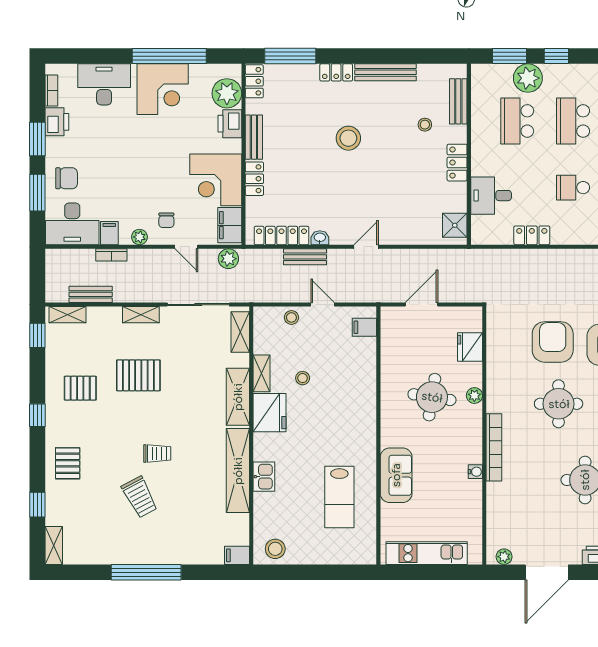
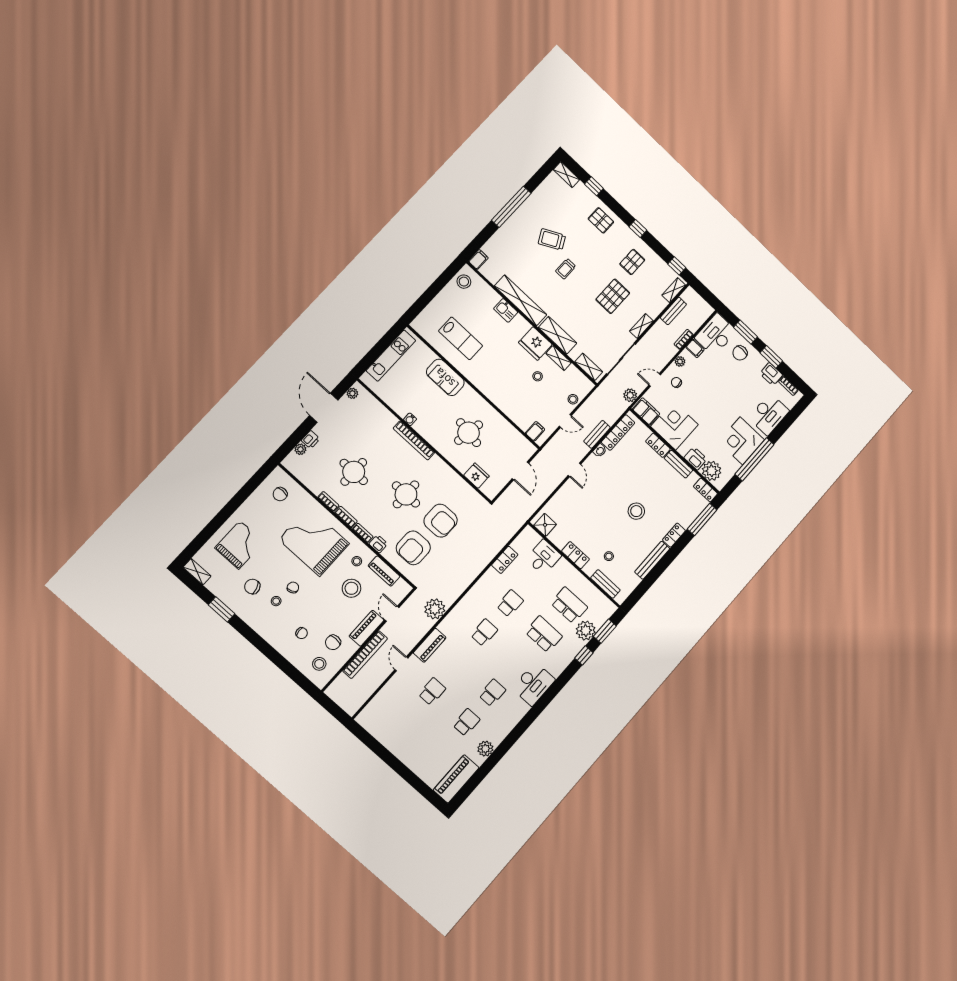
plant: (474, 396) -> (450, 455), removed
lab bench: (339, 497) -> (461, 338), turned 180

